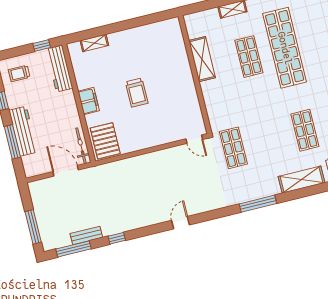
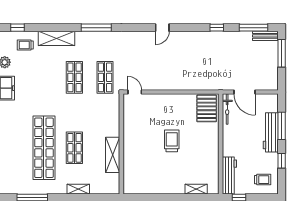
filing cabinet: (89, 101) -> (212, 144), removed
shop shelf: (305, 130) -> (74, 77), moved
bench: (86, 235) -> (265, 36), moved

